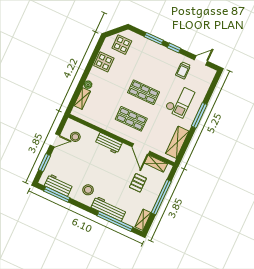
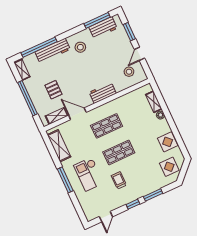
trolley: (183, 70) -> (119, 180), moved

